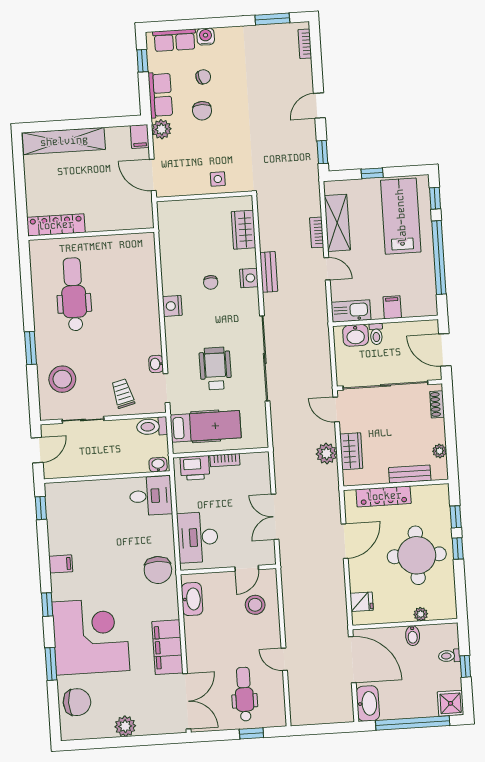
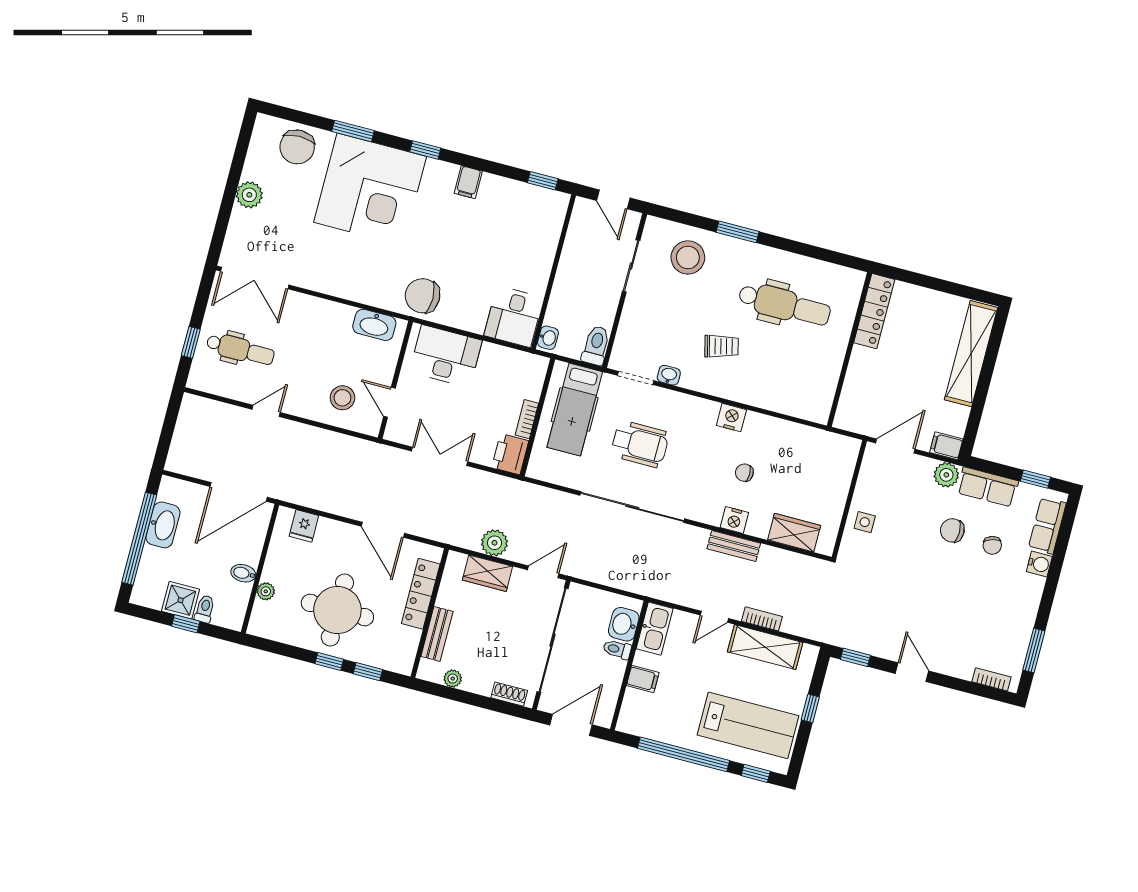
trolley: (123, 394) -> (721, 346), moved
printer: (195, 468) -> (510, 454), moved
filing cabinet: (167, 647) -> (327, 276), removed
shower: (451, 703) -> (180, 600), moved
washbasin: (368, 704) -> (163, 525), moved, turned -90

